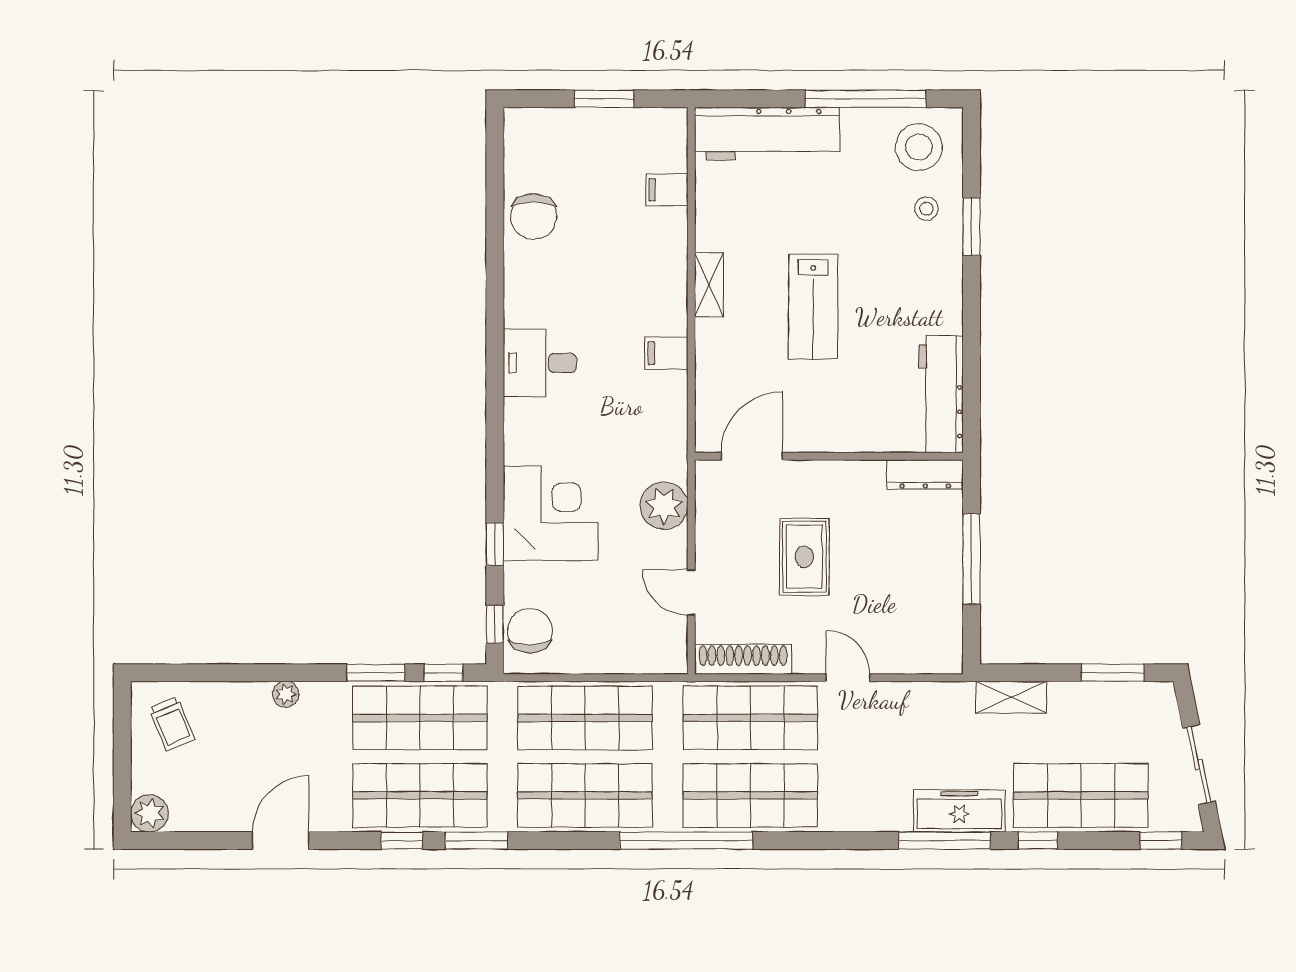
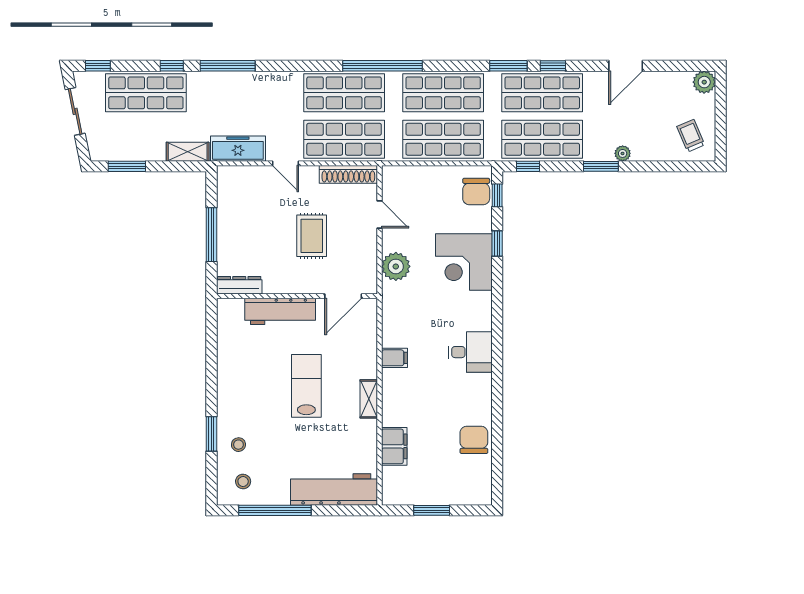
stool: (919, 147) -> (243, 482), width x0.53, depth x0.53
filing cabinet: (667, 190) -> (394, 446), width x2.00
workbench: (941, 394) -> (280, 311), moved, turned 90
window: (376, 673) -> (601, 166), moved
freezer: (959, 811) -> (238, 149), moved, turned 180

